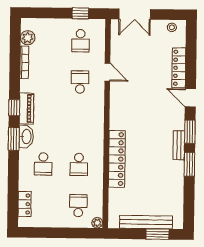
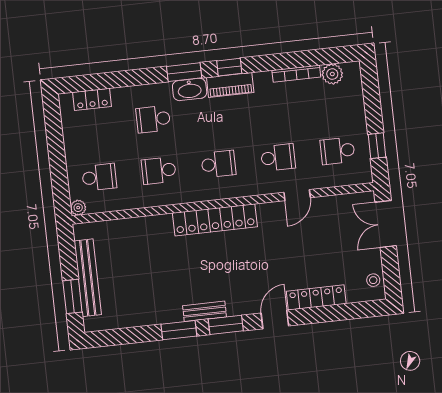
school desk: (79, 123) -> (218, 164), added
locker: (117, 159) -> (215, 220), moved

